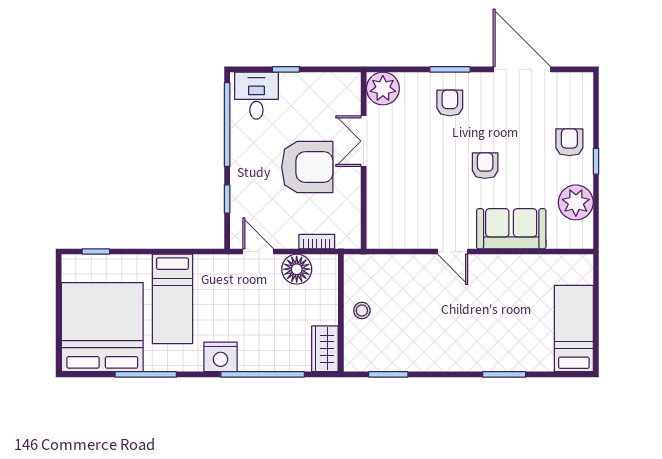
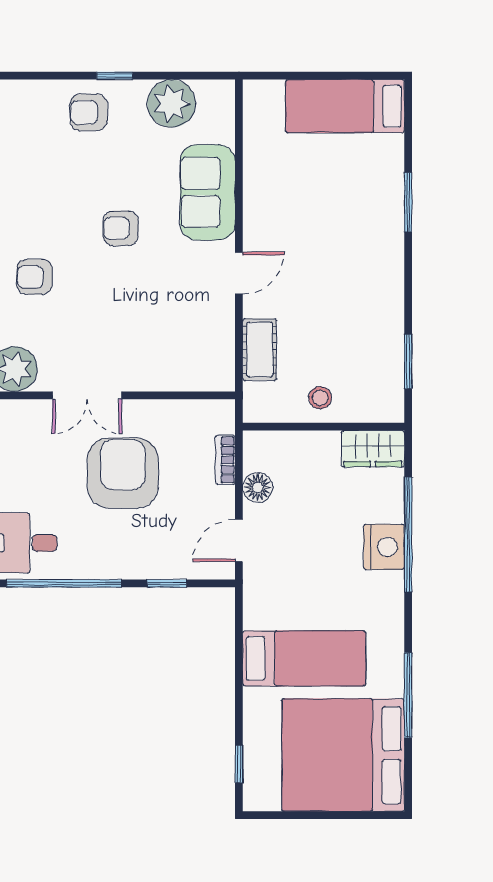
cot: (397, 267) -> (260, 350), added
floor lamp: (297, 269) -> (258, 487), width x0.73, depth x0.73
nightstand: (220, 357) -> (384, 547), moved

